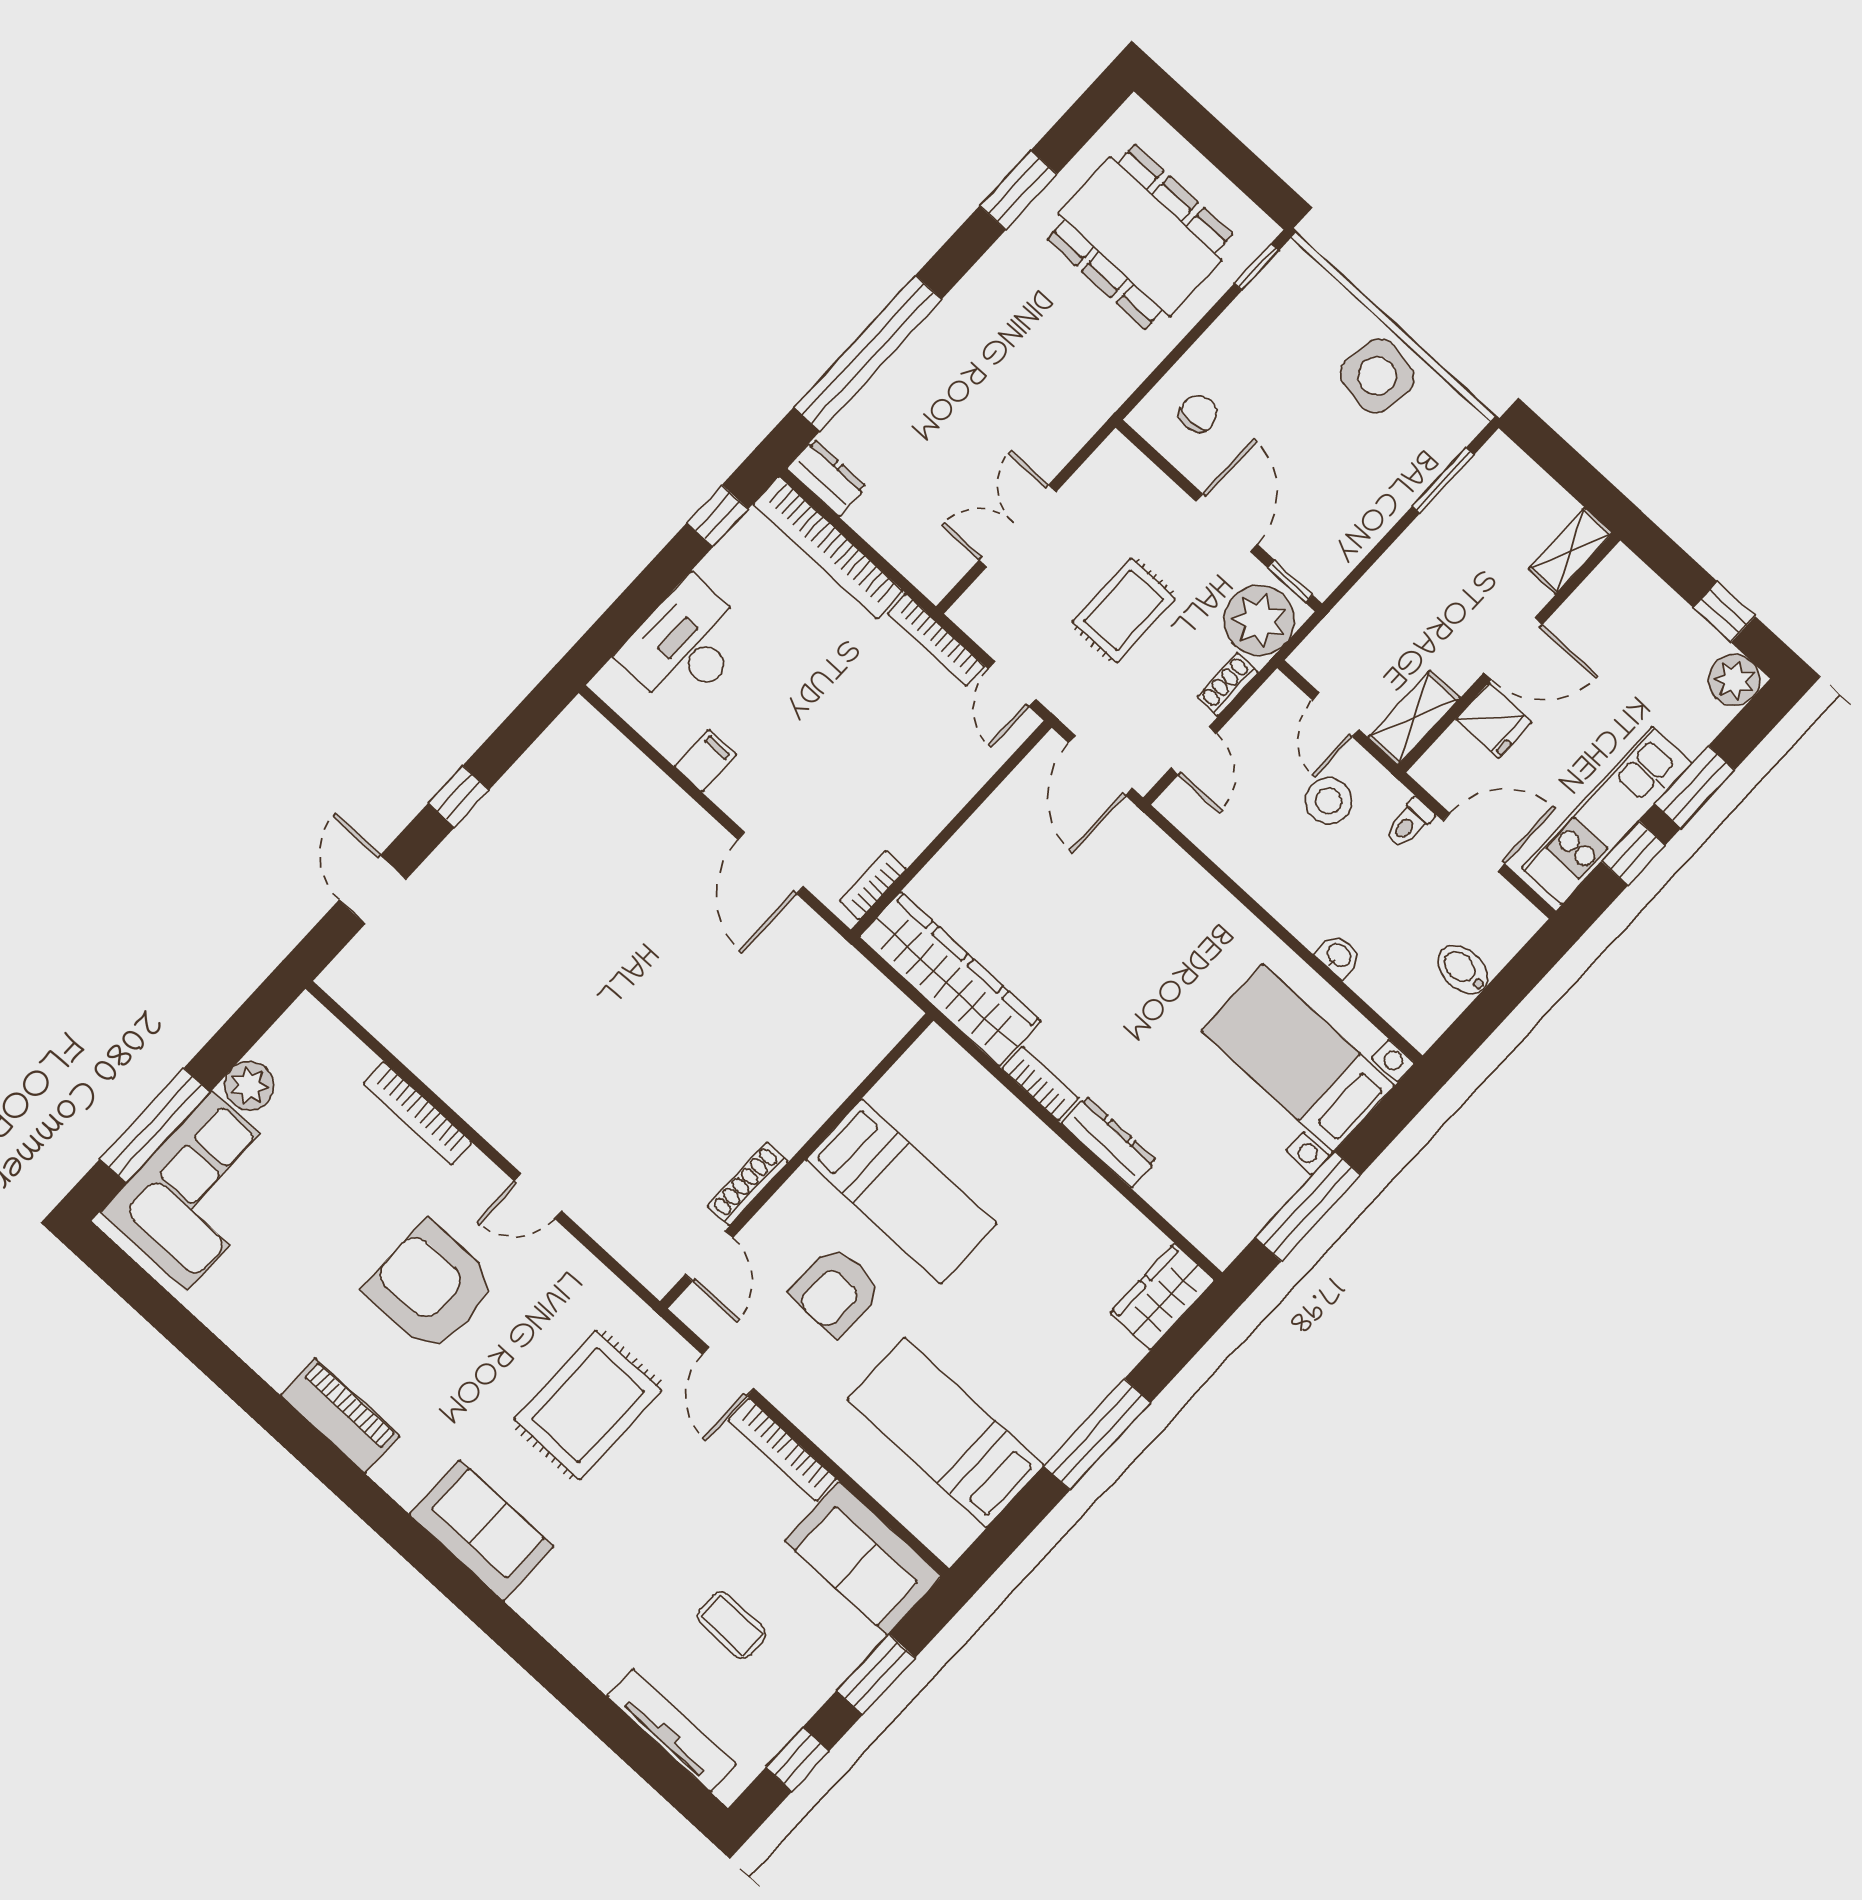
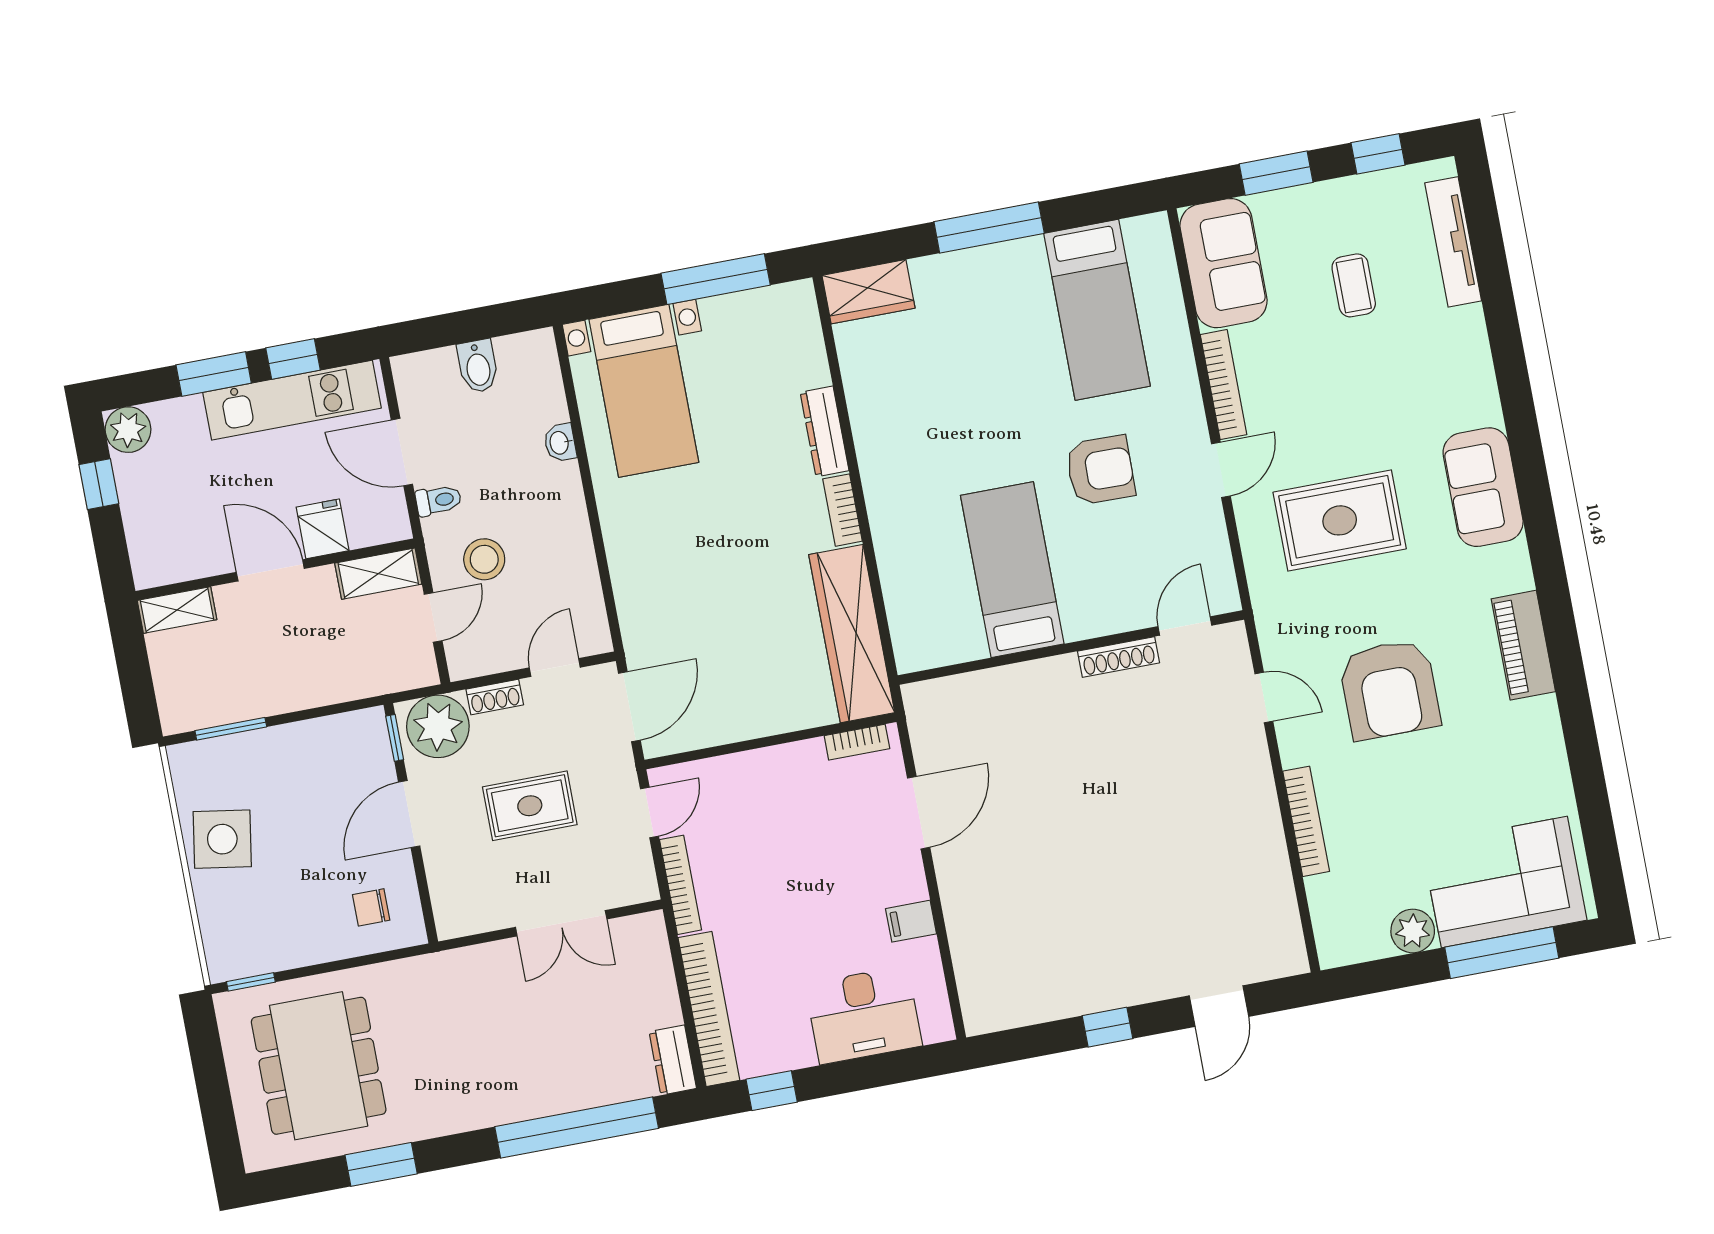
wall: (797, 1161) -> (1071, 647), moved
shoe rack: (748, 1184) -> (1118, 657), moved
bed: (901, 1192) -> (1012, 570), moved
door: (709, 1256) -> (1185, 626), moved

